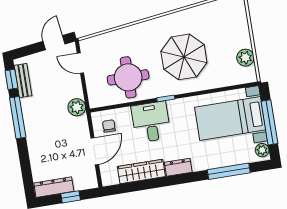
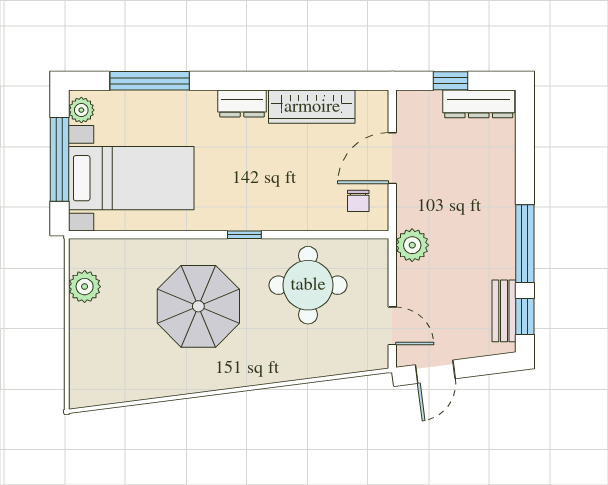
desk: (151, 122) -> (279, 196), removed

